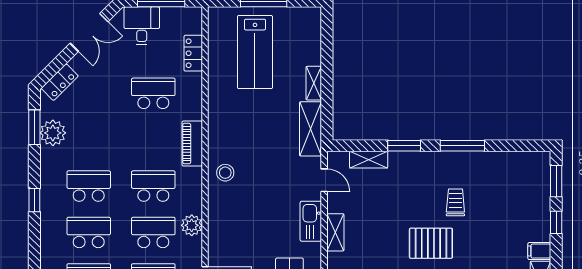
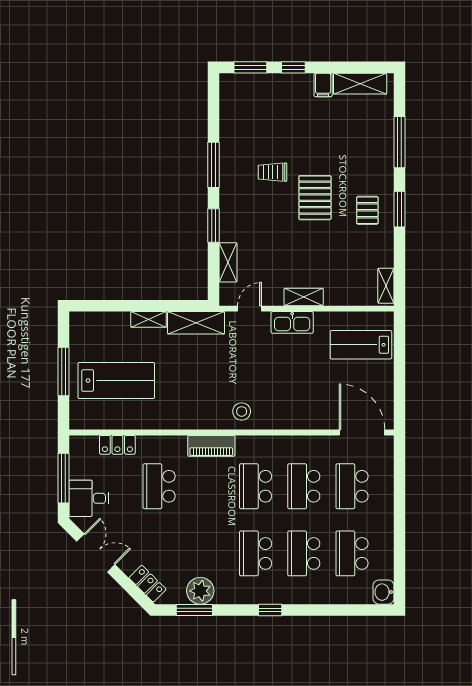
plant: (192, 225) -> (296, 446), removed

